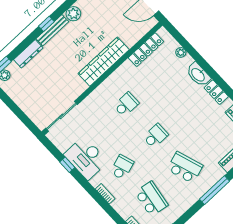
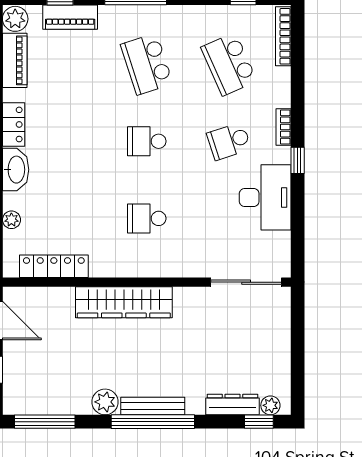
window: (46, 24) -> (153, 422), width x3.17
dresser: (28, 54) -> (232, 404), moved
window: (67, 165) -> (298, 160), moved
school desk: (151, 199) -> (229, 64), turned -33

